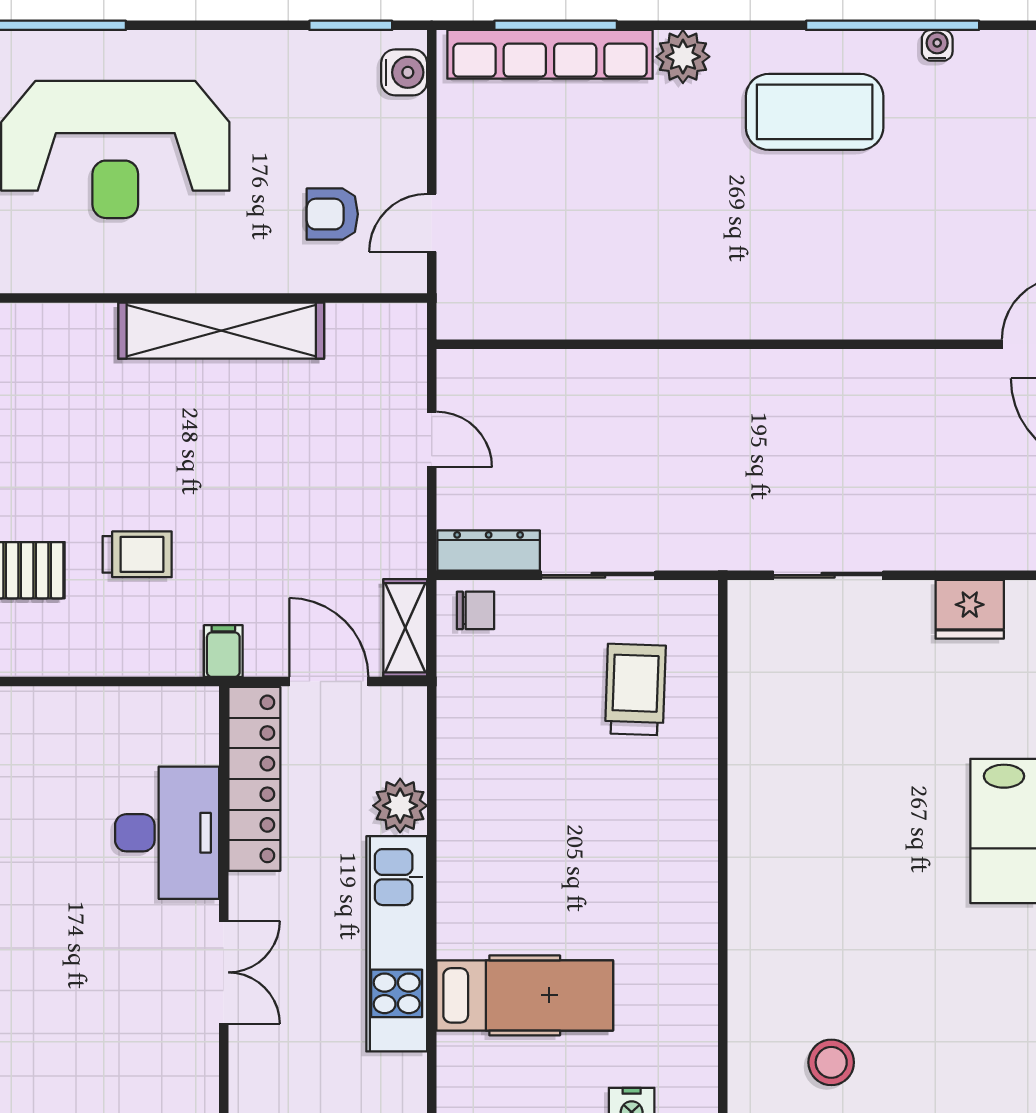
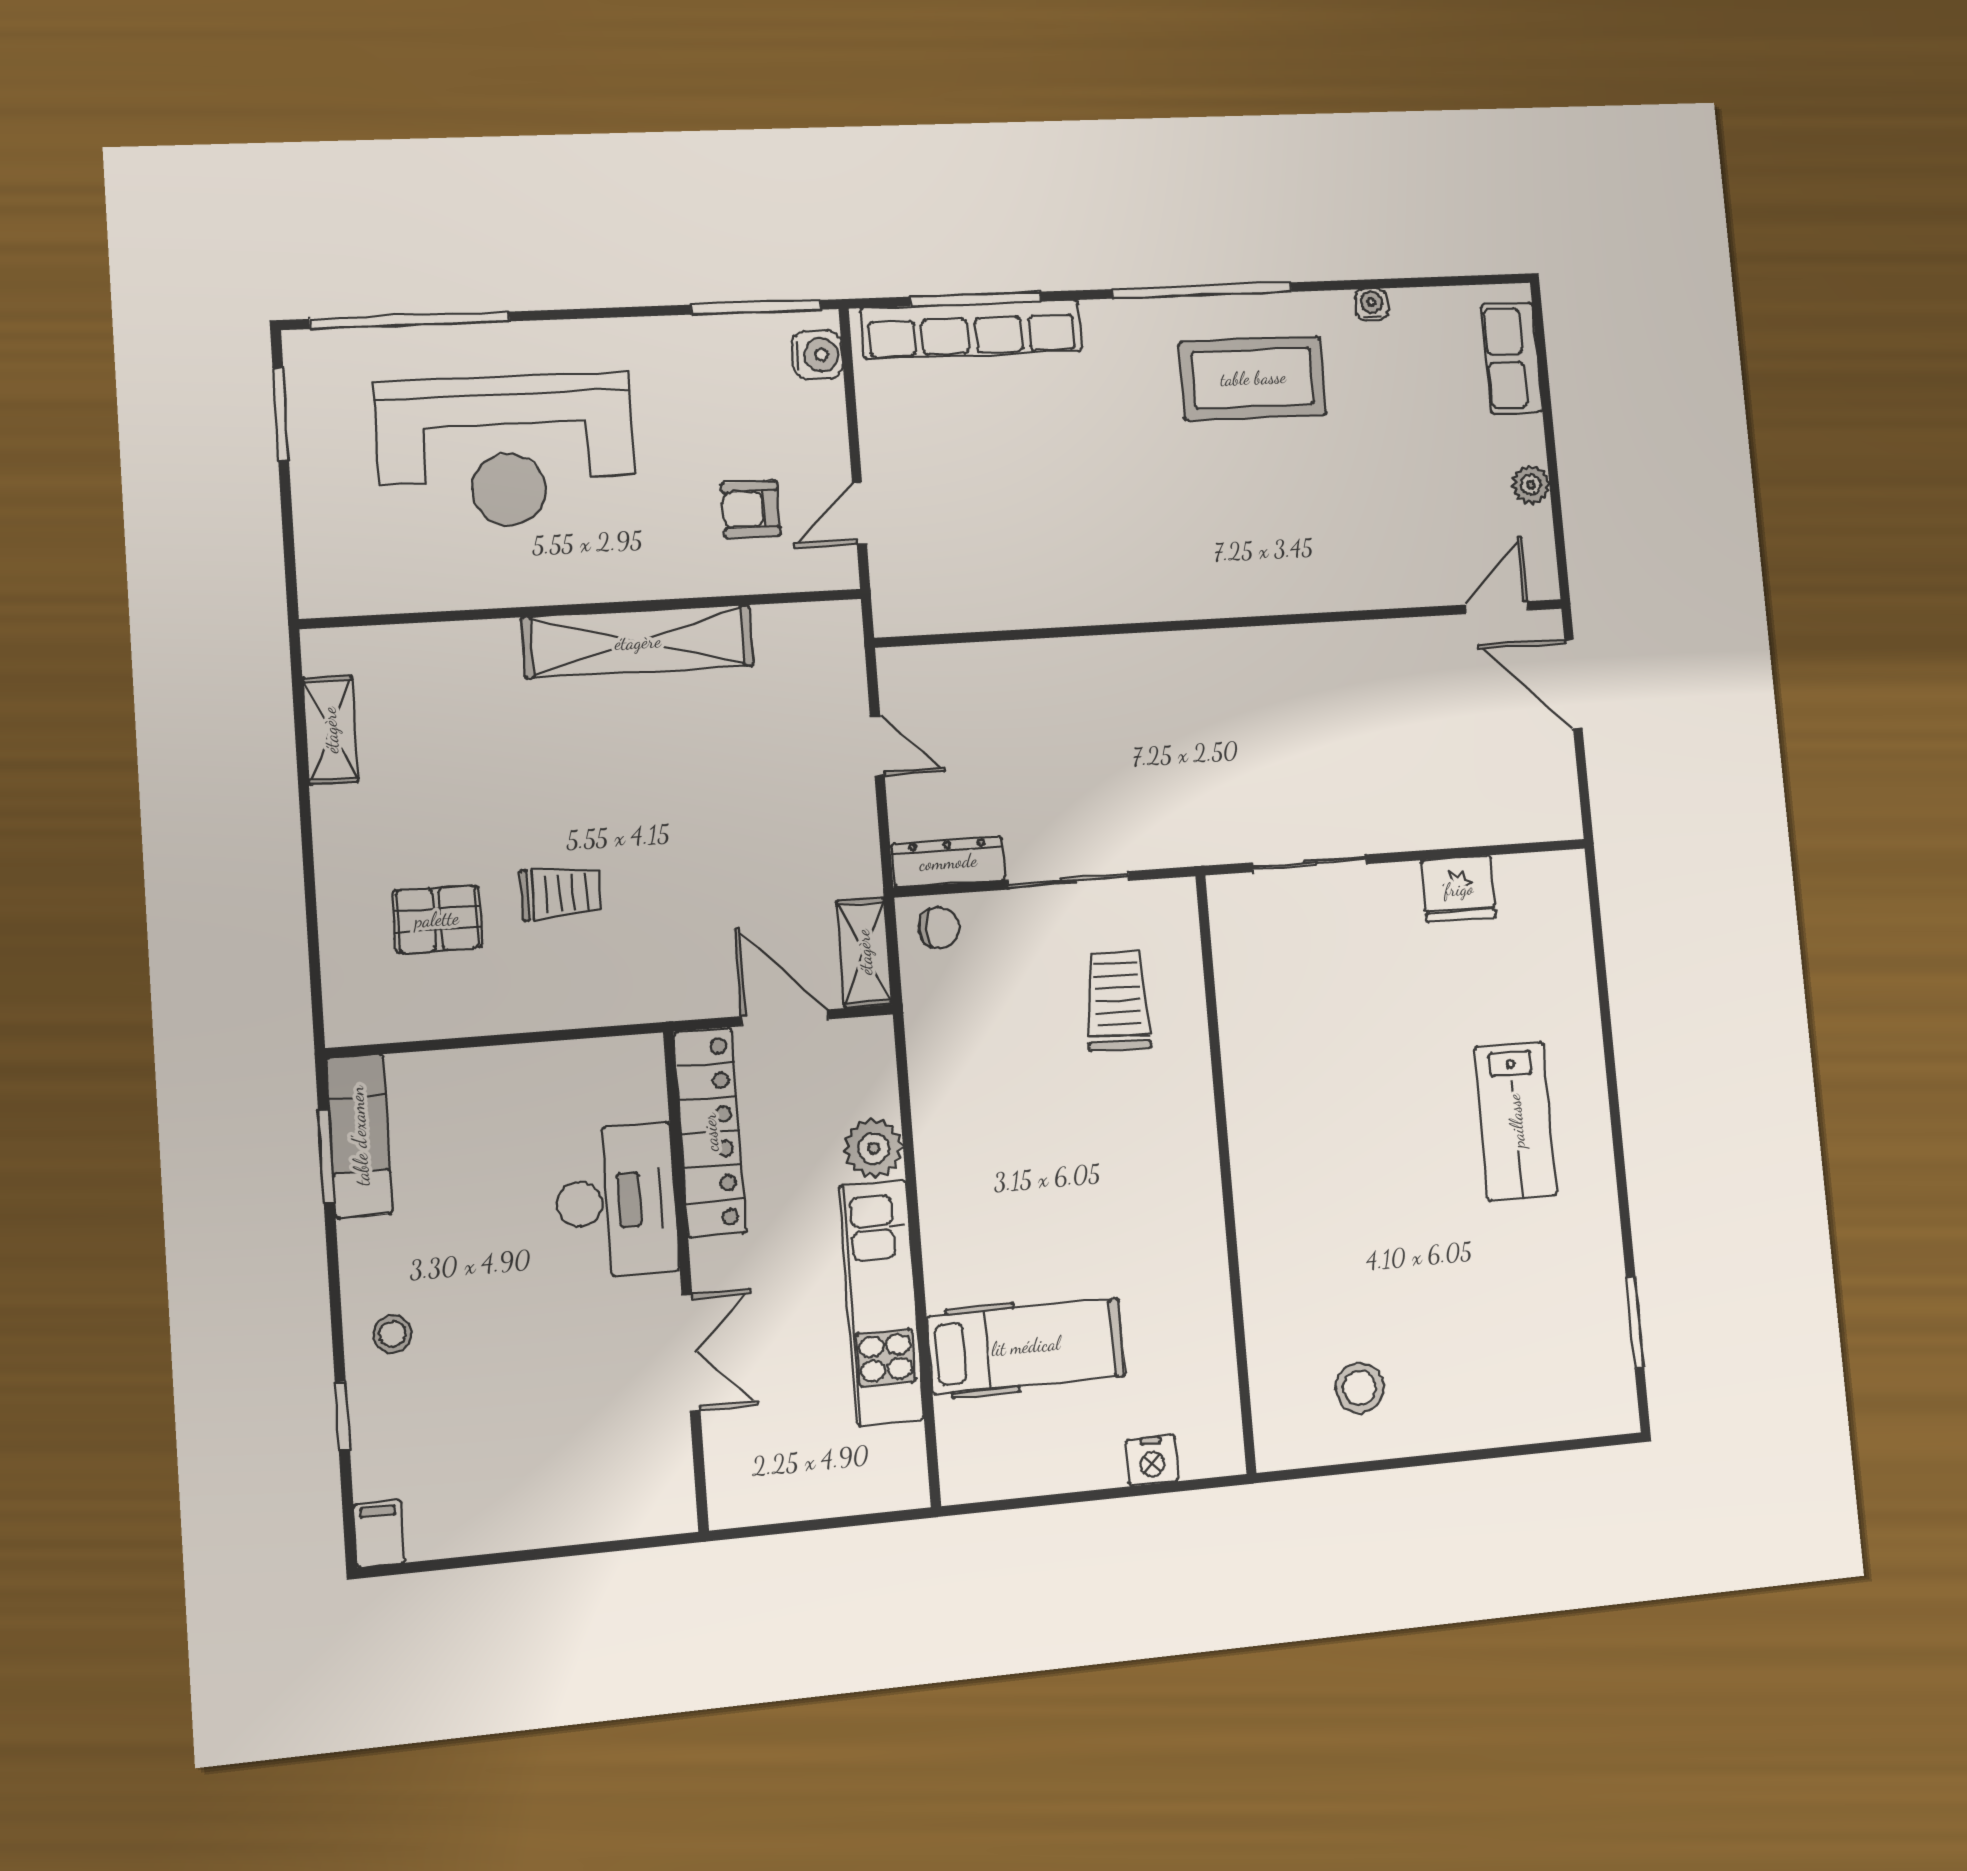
window: (351, 25) -> (756, 307), width x1.44
window: (893, 25) -> (1202, 290), moved
plant: (683, 57) -> (1112, 326), removed
filing cabinet: (223, 651) -> (665, 993), removed

